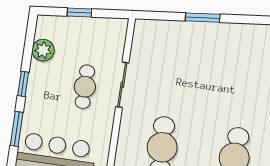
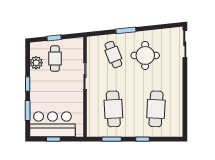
cafe table: (176, 55) -> (113, 55), added
round table: (229, 65) -> (145, 55), added
cafe table: (85, 87) -> (55, 59), moved

